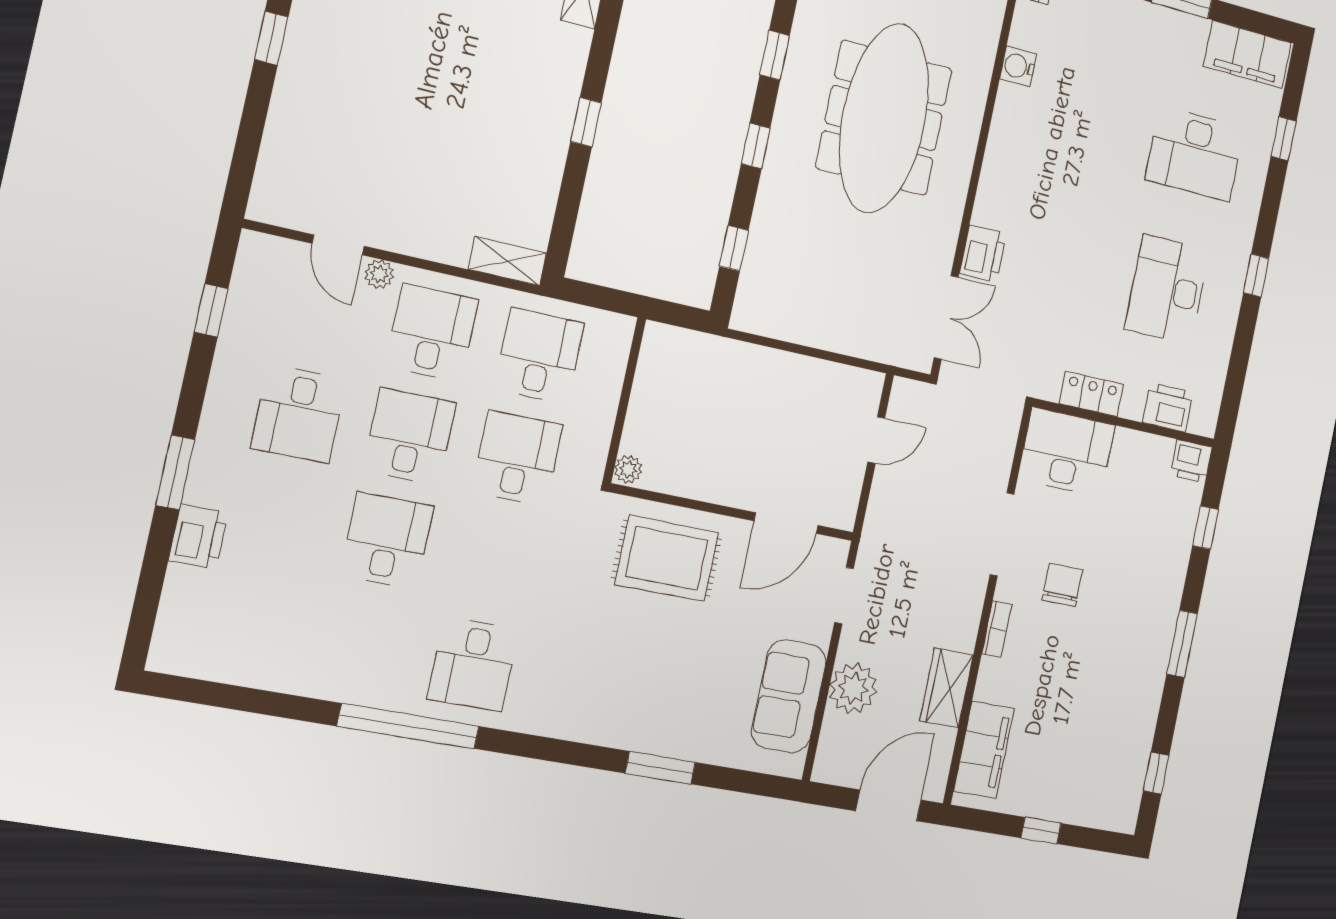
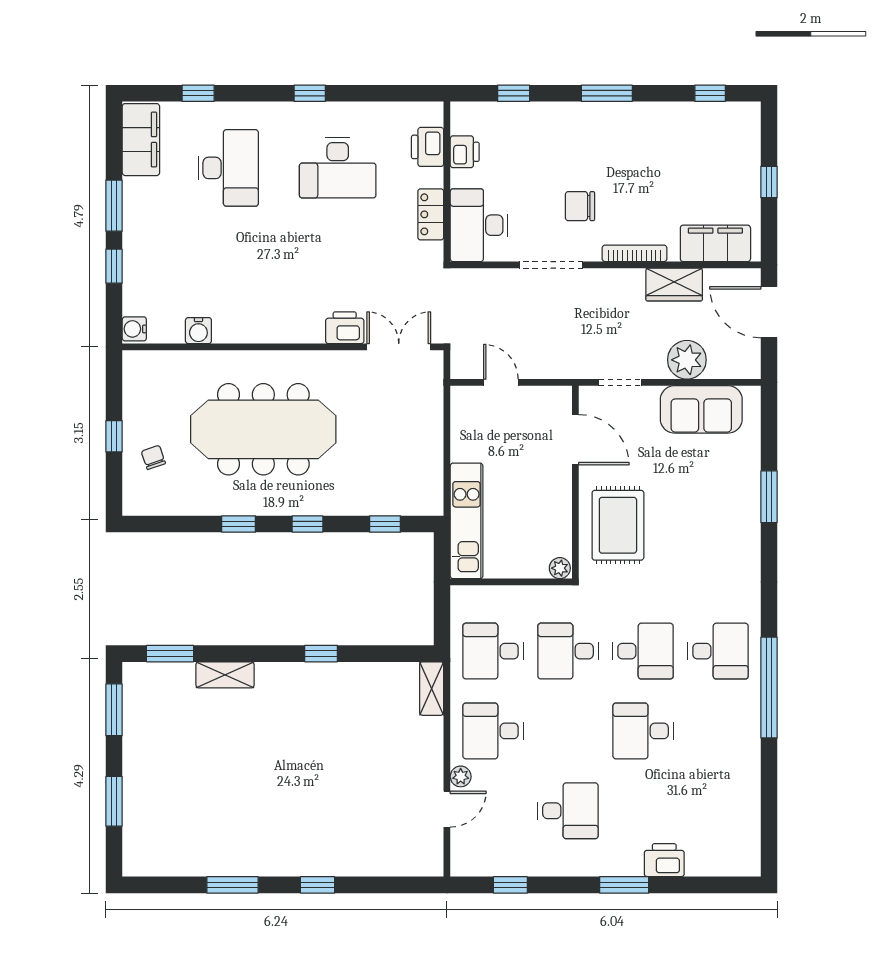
kitchen unit: (715, 357) -> (467, 521), added
desk: (410, 436) -> (643, 651), moved, turned 180
printer: (1191, 461) -> (465, 152), moved
bookcase: (997, 629) -> (635, 253), width x1.56

